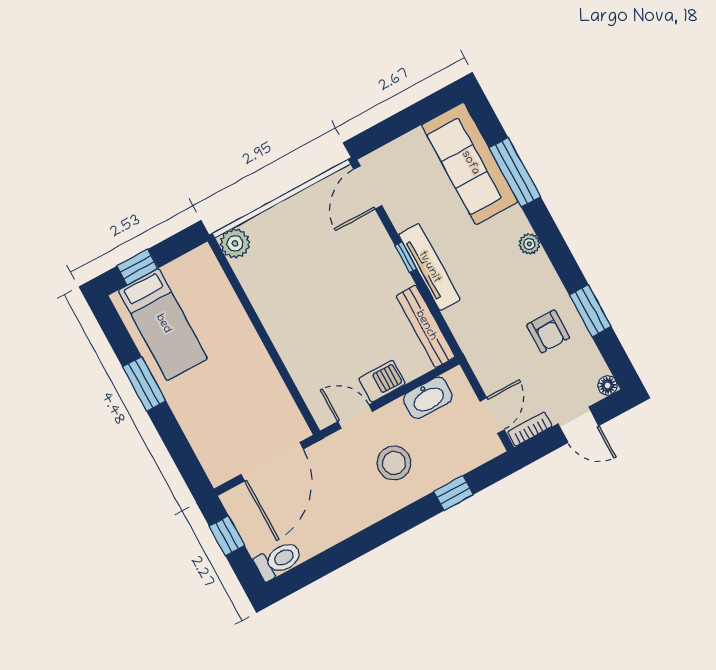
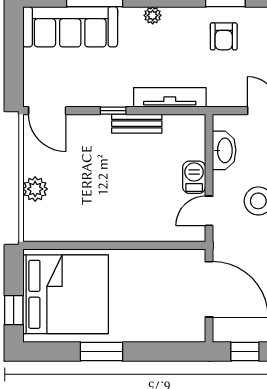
plant: (235, 243) -> (35, 189), moved
tv unit: (429, 267) -> (170, 97), moved
bed: (163, 324) -> (66, 294), width x2.04
bench: (426, 326) -> (137, 124), moved, width x0.73
armchair: (548, 331) -> (224, 36), turned 90

